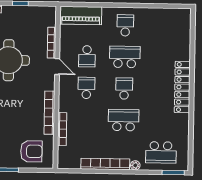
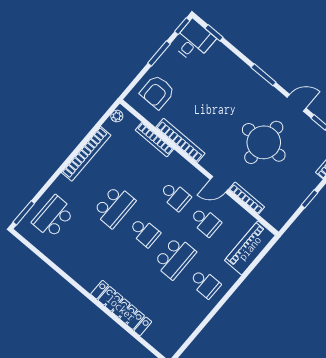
school desk: (87, 56) -> (205, 222), turned 180
locker: (182, 87) -> (121, 308), moved
plant: (135, 165) -> (117, 116), moved

